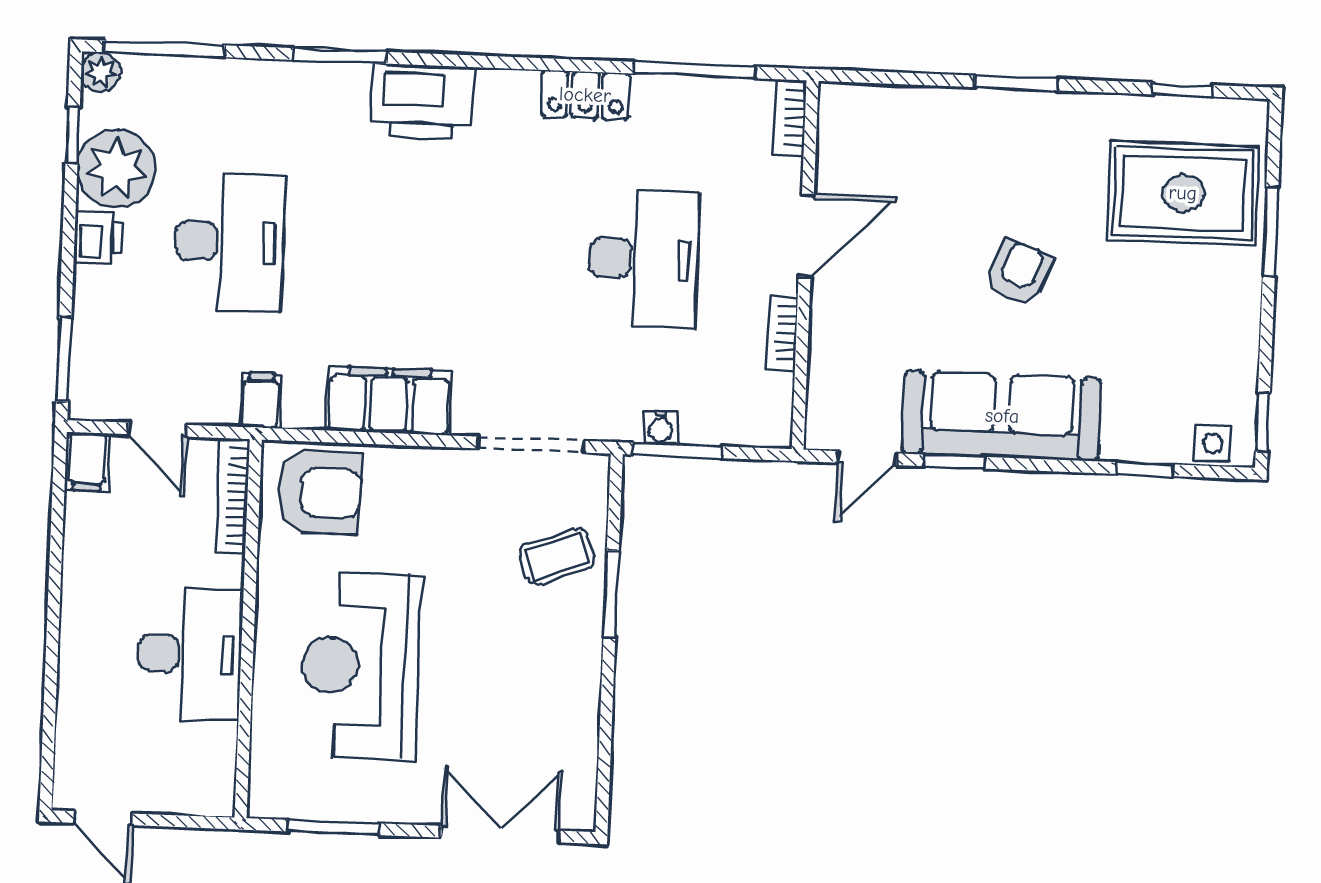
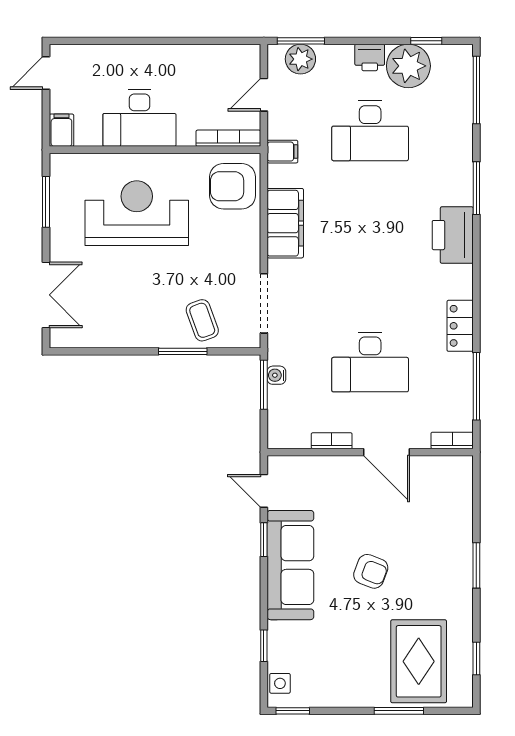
plant: (101, 72) -> (300, 59), moved, width x1.38, depth x1.38
filing cabinet: (87, 462) -> (61, 130), moved, turned 90
armchair: (319, 492) -> (233, 186), turned 90

